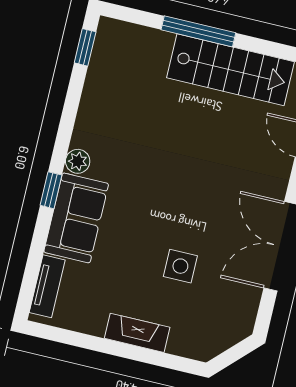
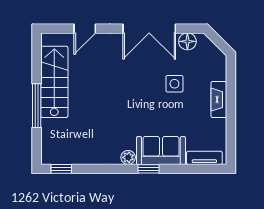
floor lamp: (245, 304) -> (187, 41), added

